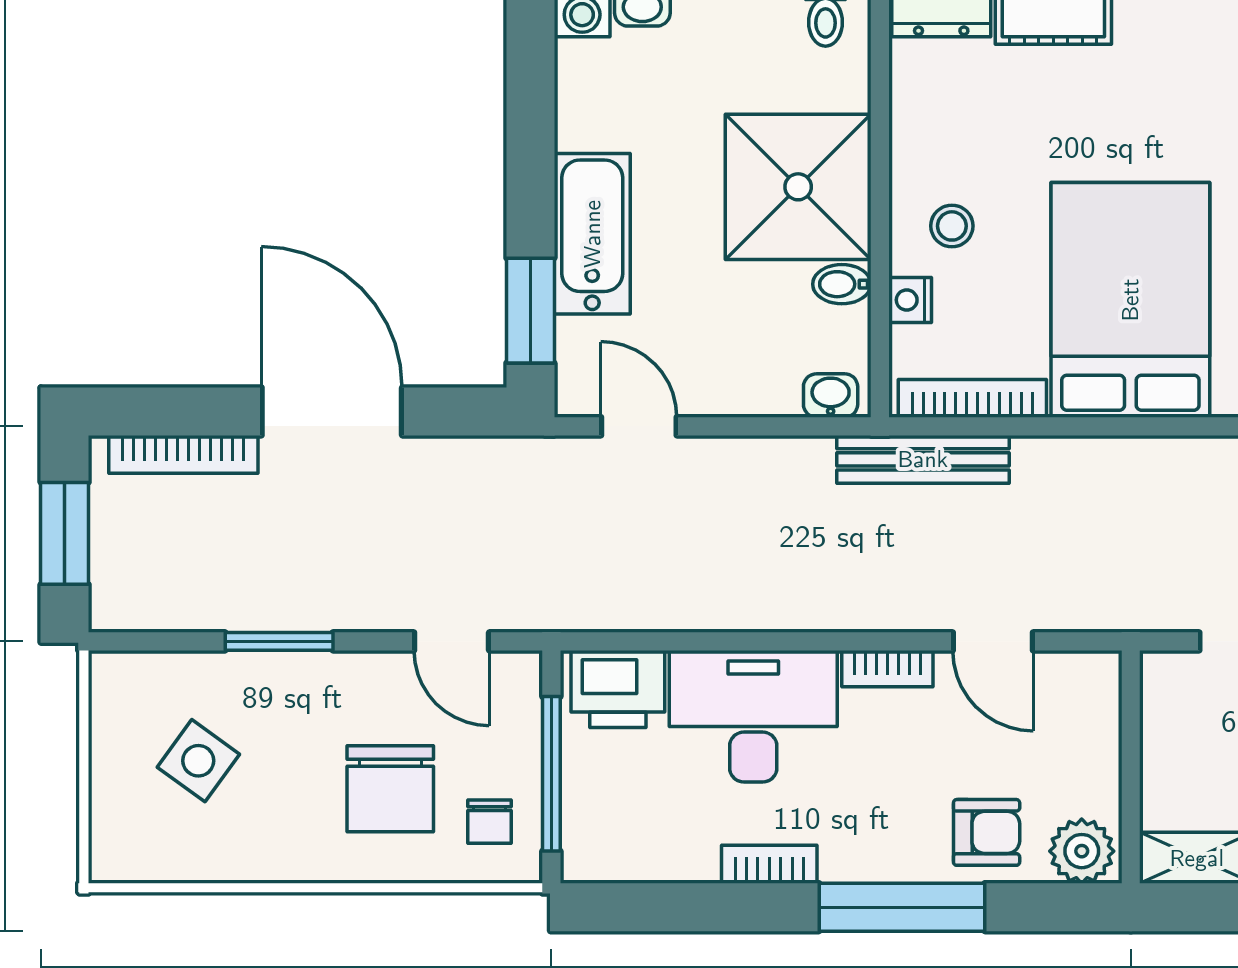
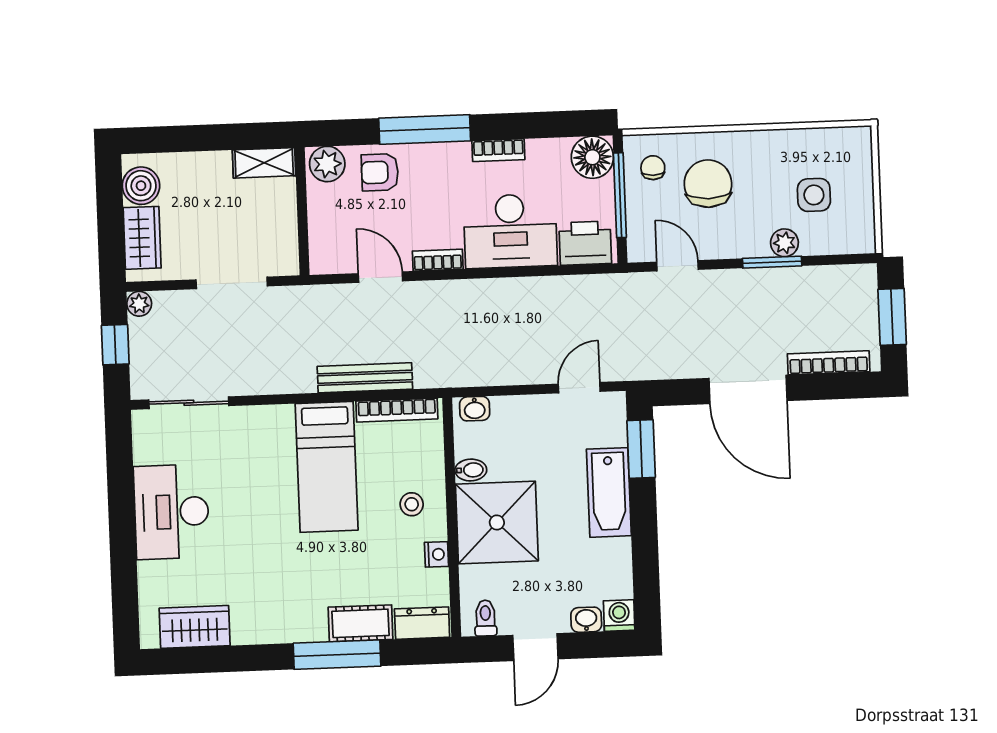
nightstand: (910, 300) -> (437, 554), moved
bed: (1130, 300) -> (327, 467), width x0.67
door: (639, 426) -> (579, 388), swing flipped
bench: (923, 459) -> (365, 378), moved
plant: (255, 676) -> (784, 243), added
side table: (198, 761) -> (814, 195), turned -36
floor lamp: (599, 845) -> (592, 157), added

